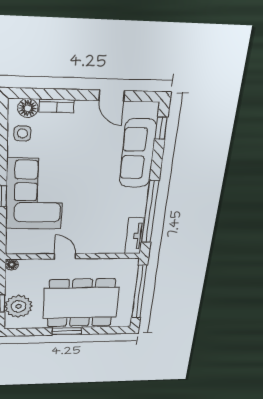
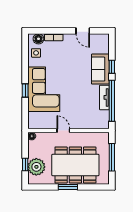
window: (161, 128) -> (112, 67), moved
sofa: (138, 153) -> (100, 69), width x0.73
tv unit: (135, 236) -> (104, 97), moved
window: (139, 292) -> (112, 157), width x0.68

